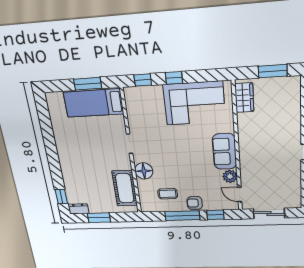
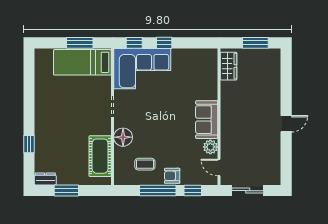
corner sofa: (194, 103) -> (142, 69), moved
window: (61, 197) -> (29, 144), moved

